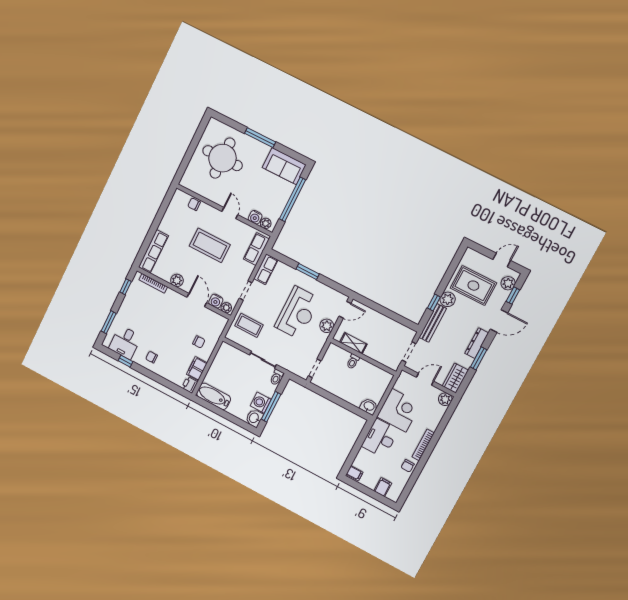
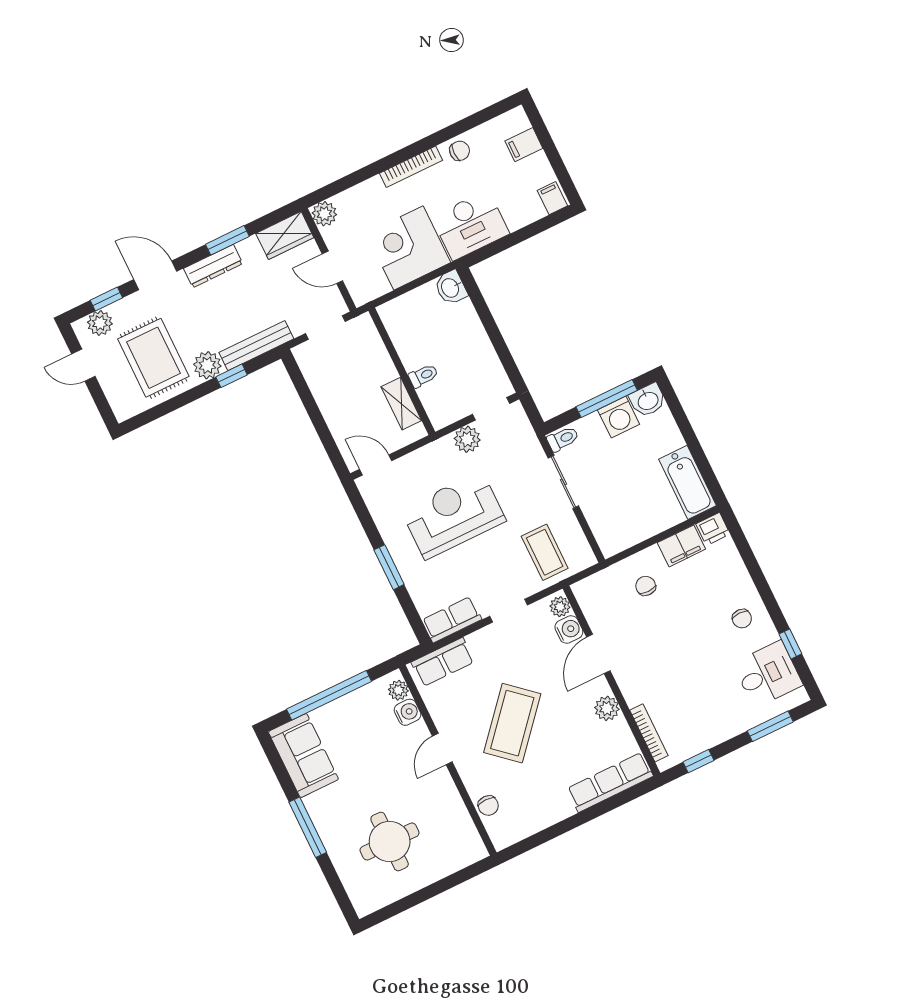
round table: (222, 158) -> (390, 841), width x0.73, depth x0.73
coffee table: (210, 245) -> (512, 723), turned 41
plant: (327, 326) -> (467, 439), moved

